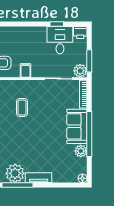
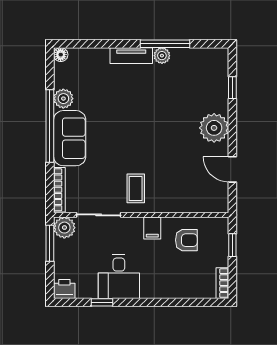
desk: (60, 40) -> (119, 276), moved
coffee table: (22, 107) -> (136, 188), moved
plant: (15, 173) -> (162, 56), width x0.53, depth x0.53

